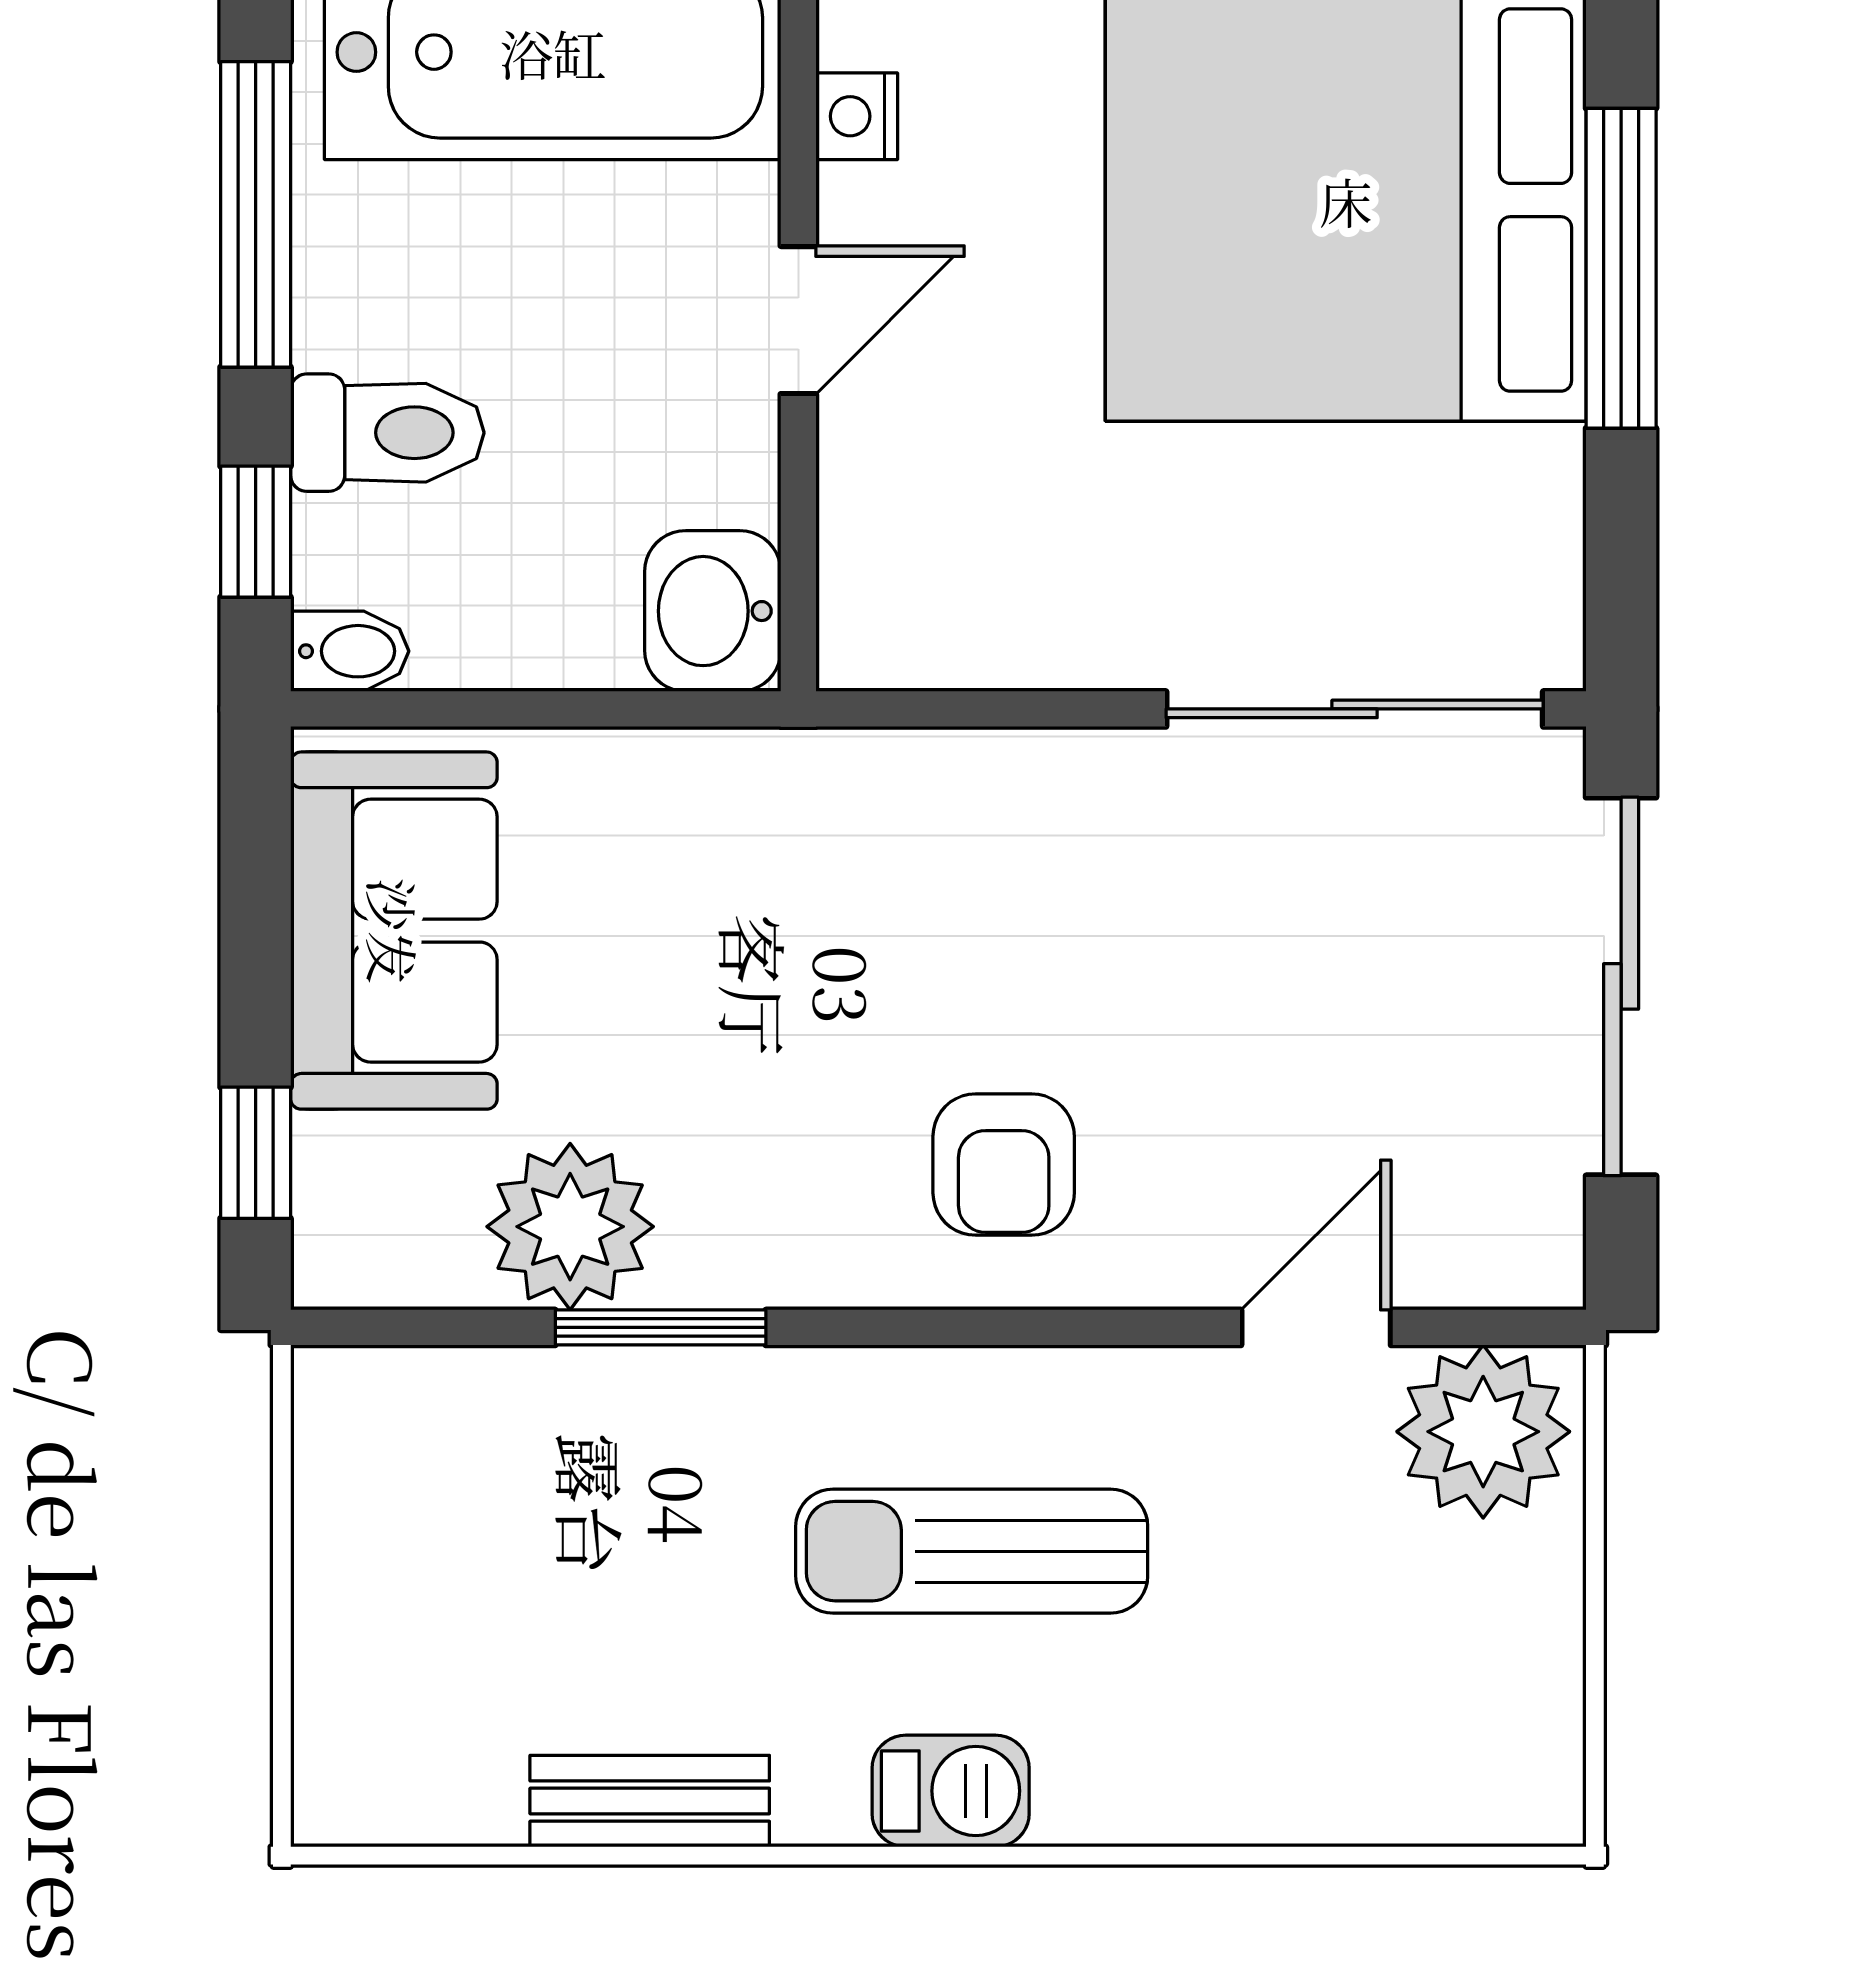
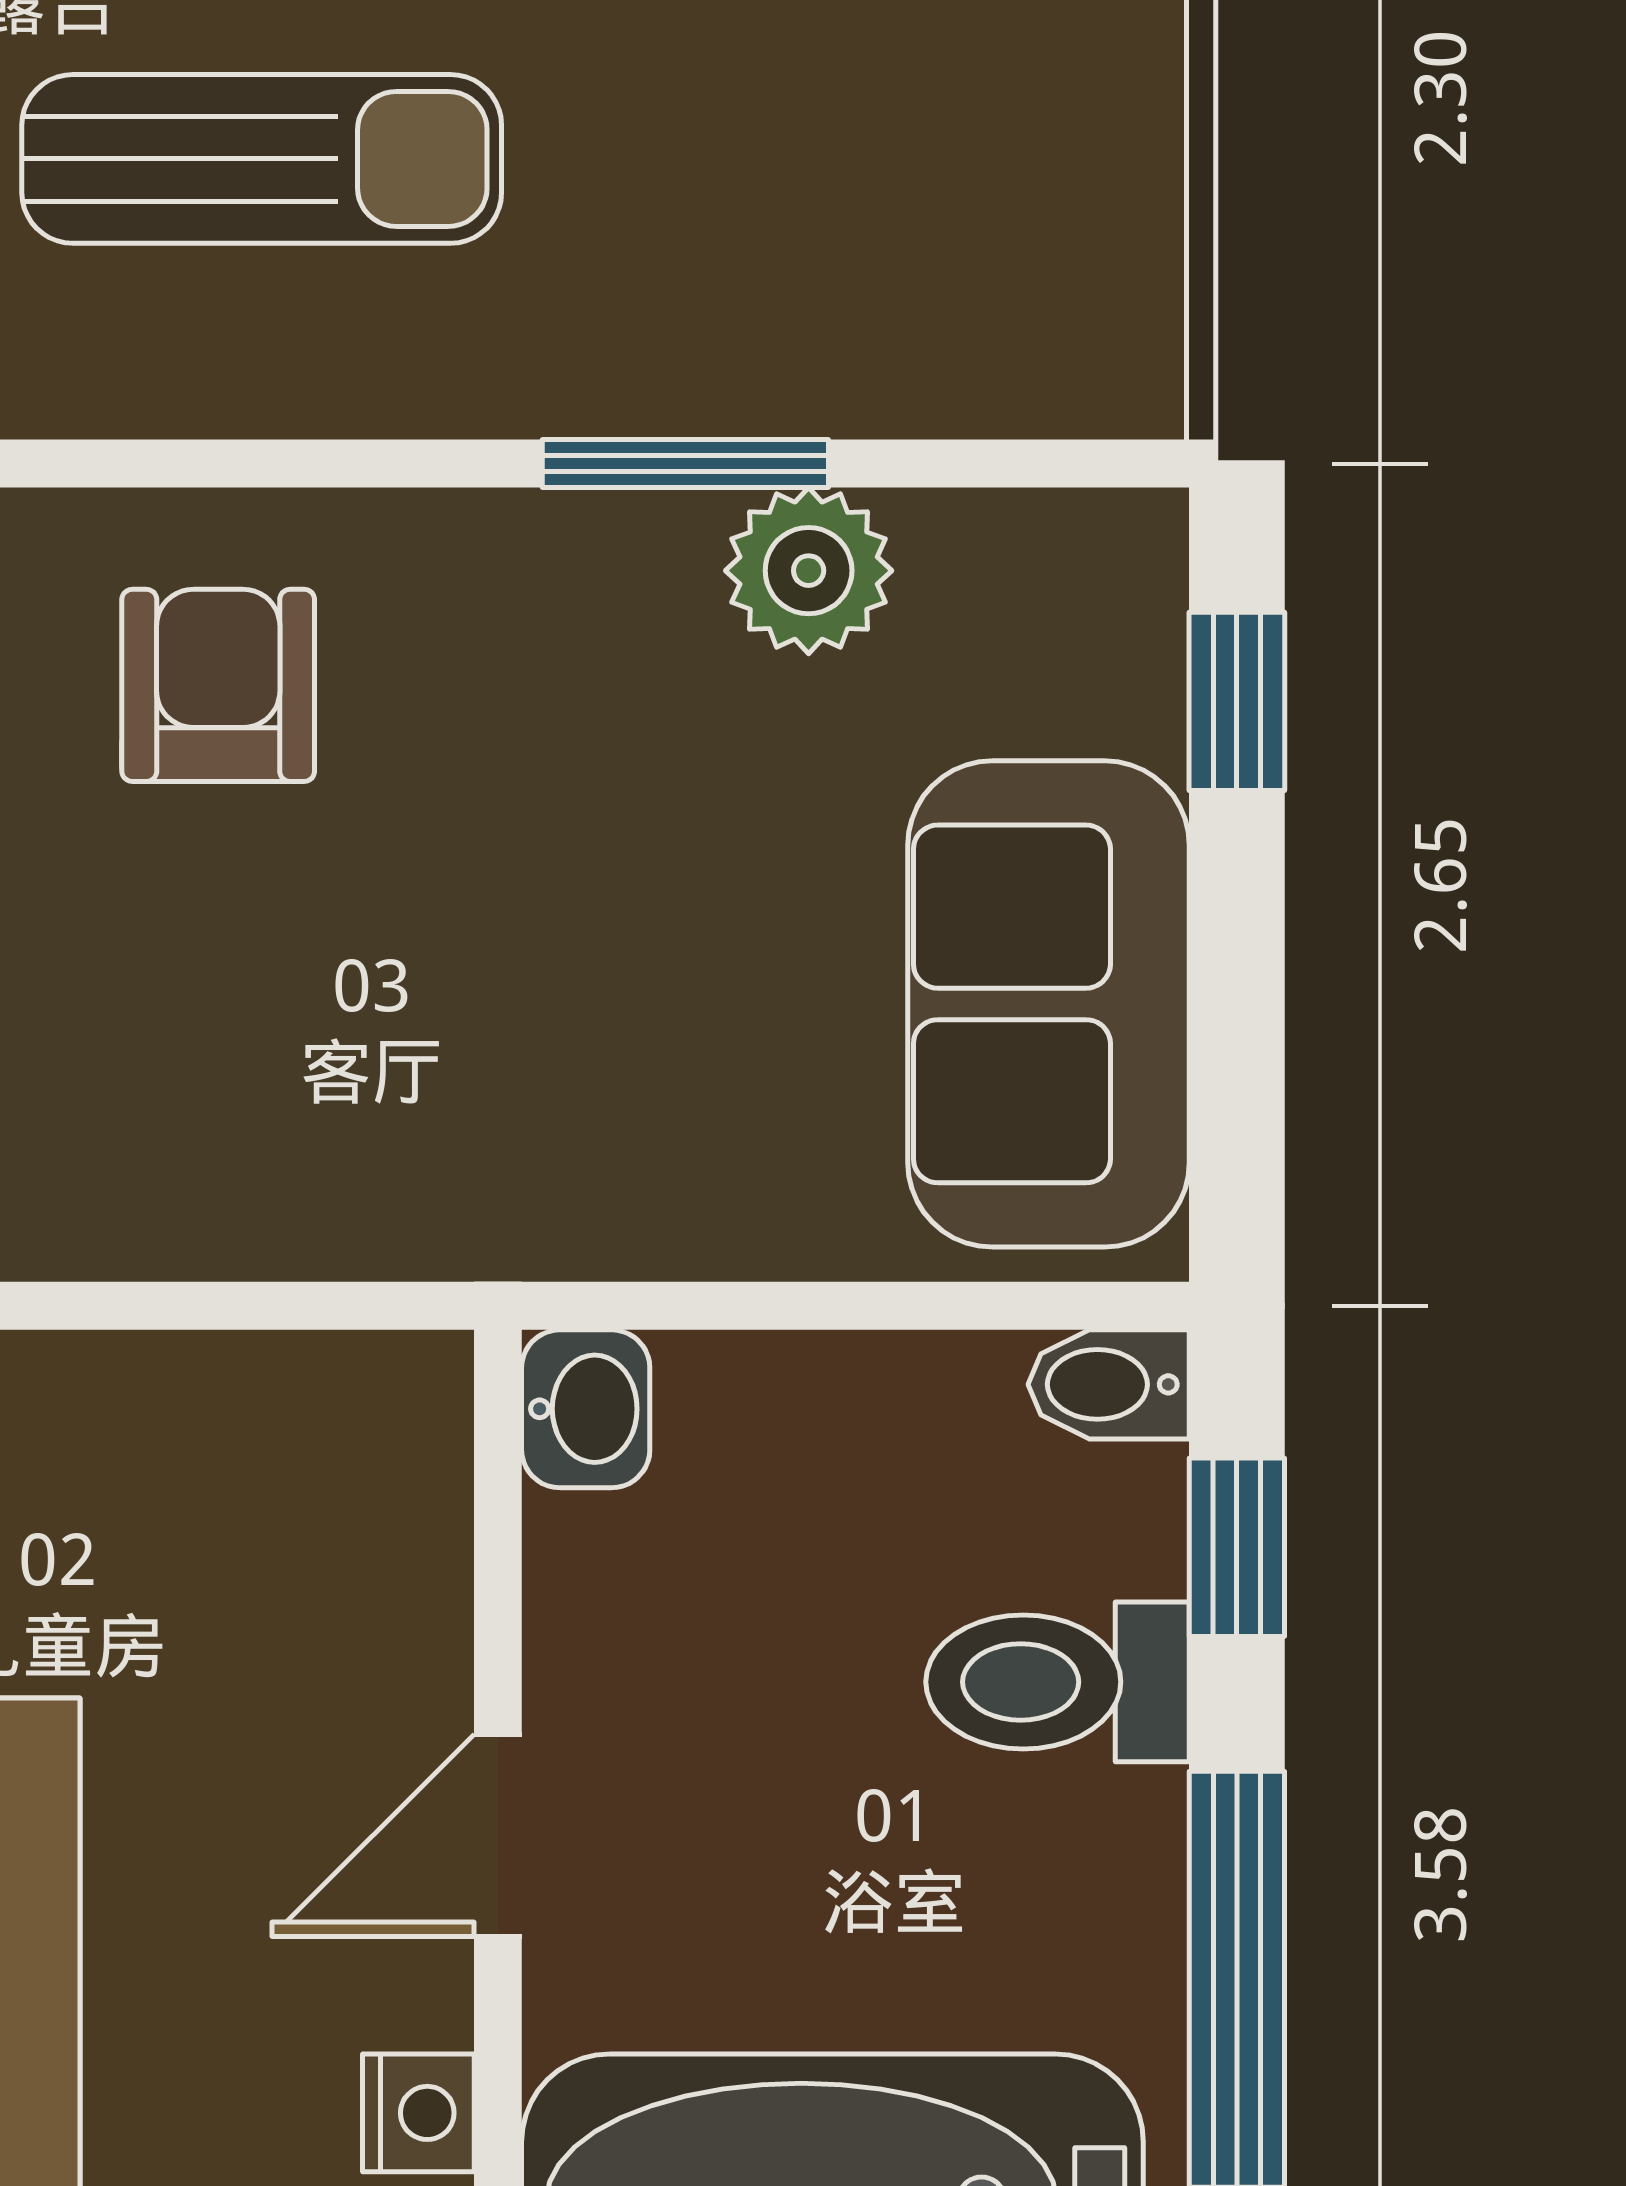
washbasin: (713, 611) -> (586, 1409), width x0.72, depth x0.69
plant: (570, 1227) -> (809, 571), width x0.73, depth x0.73

